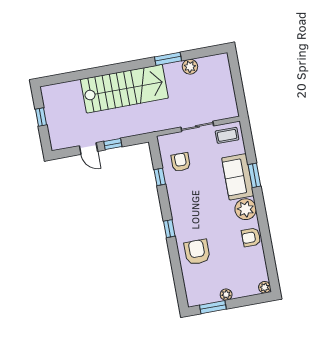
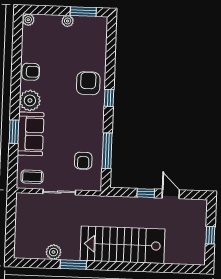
window: (160, 177) -> (107, 151), width x2.17
armchair: (197, 252) -> (88, 83), moved, turned 180

